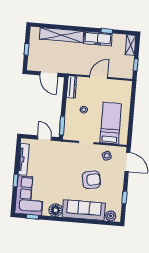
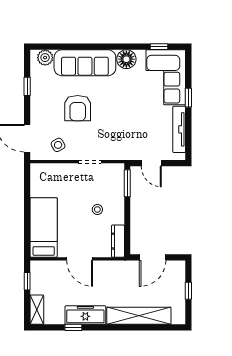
door: (49, 74) -> (153, 257), swing flipped
door: (99, 77) -> (80, 259), hinge flipped
bed: (111, 123) -> (44, 227), moved, turned 180
armchair: (91, 180) -> (78, 108), turned -79

